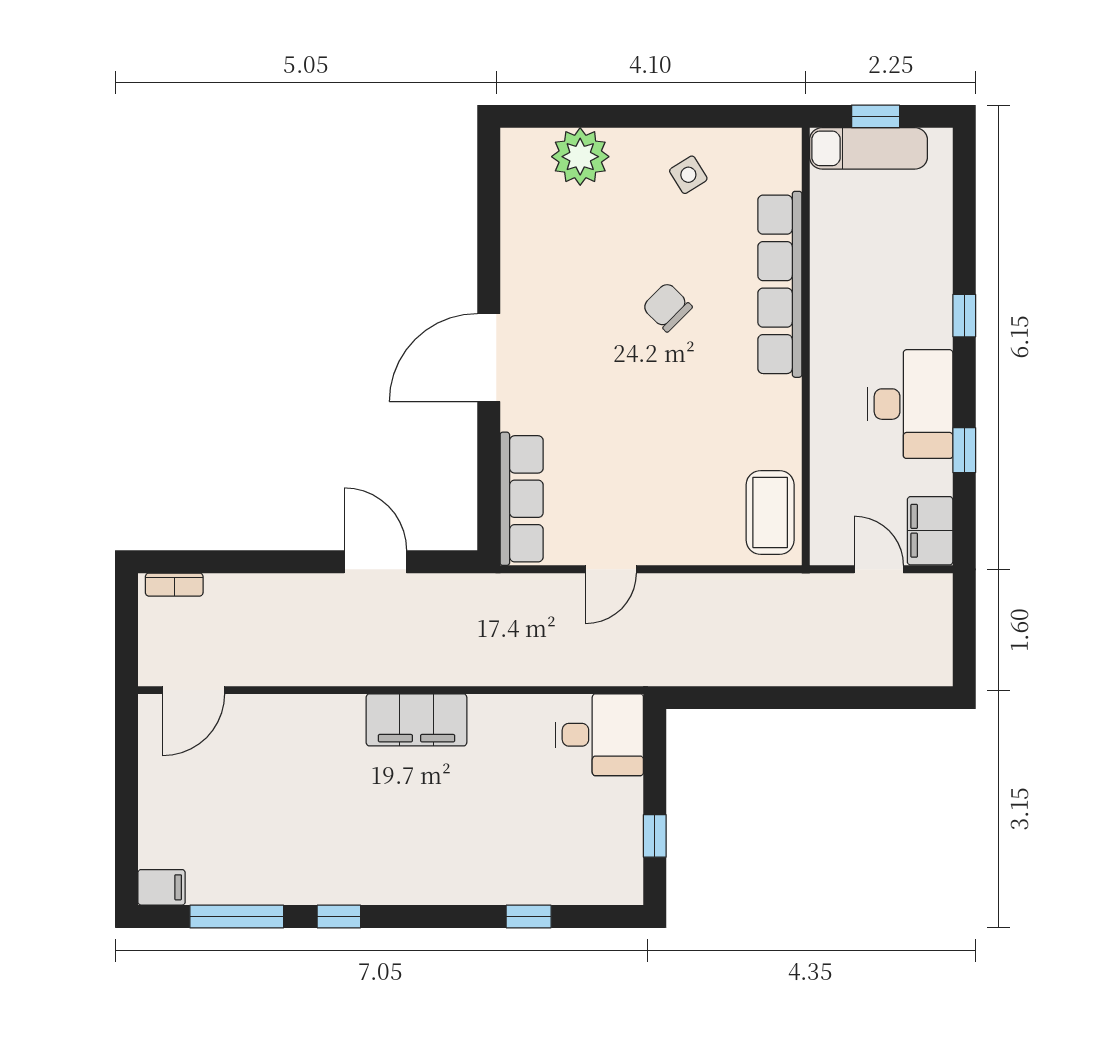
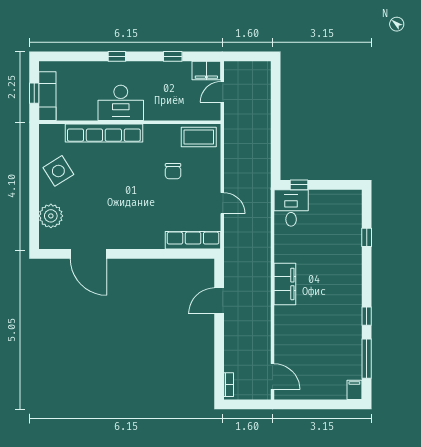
side table: (688, 175) -> (58, 171), width x1.87, depth x1.87
chair: (667, 307) -> (173, 171), moved, turned -45
door: (489, 358) -> (88, 254), moved
desk: (910, 404) -> (121, 103), moved, turned 180
window: (655, 836) -> (299, 185), moved

